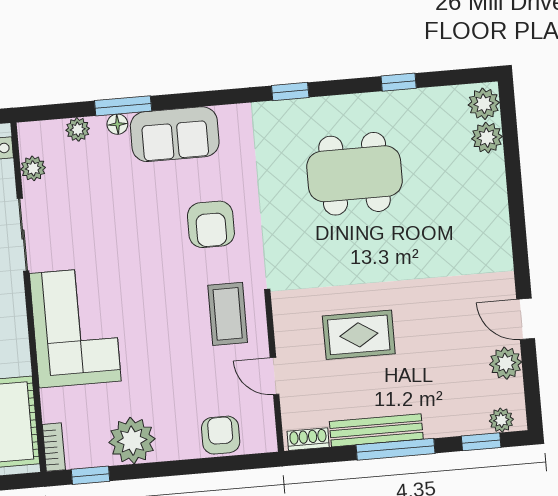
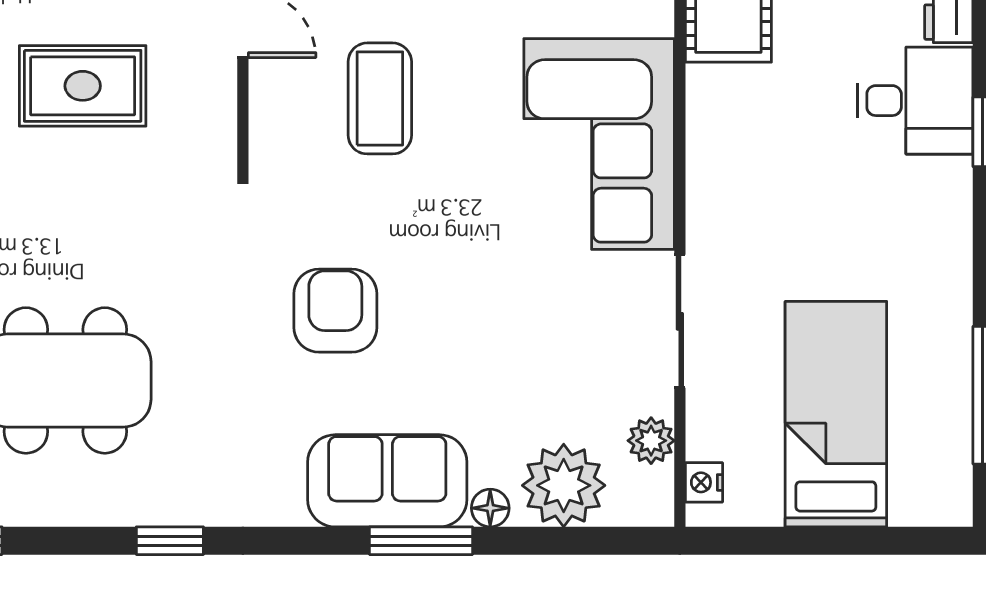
window: (123, 106) -> (421, 541), moved
plant: (78, 129) -> (564, 485), width x1.88, depth x1.88
coffee table: (228, 314) -> (380, 98), moved

